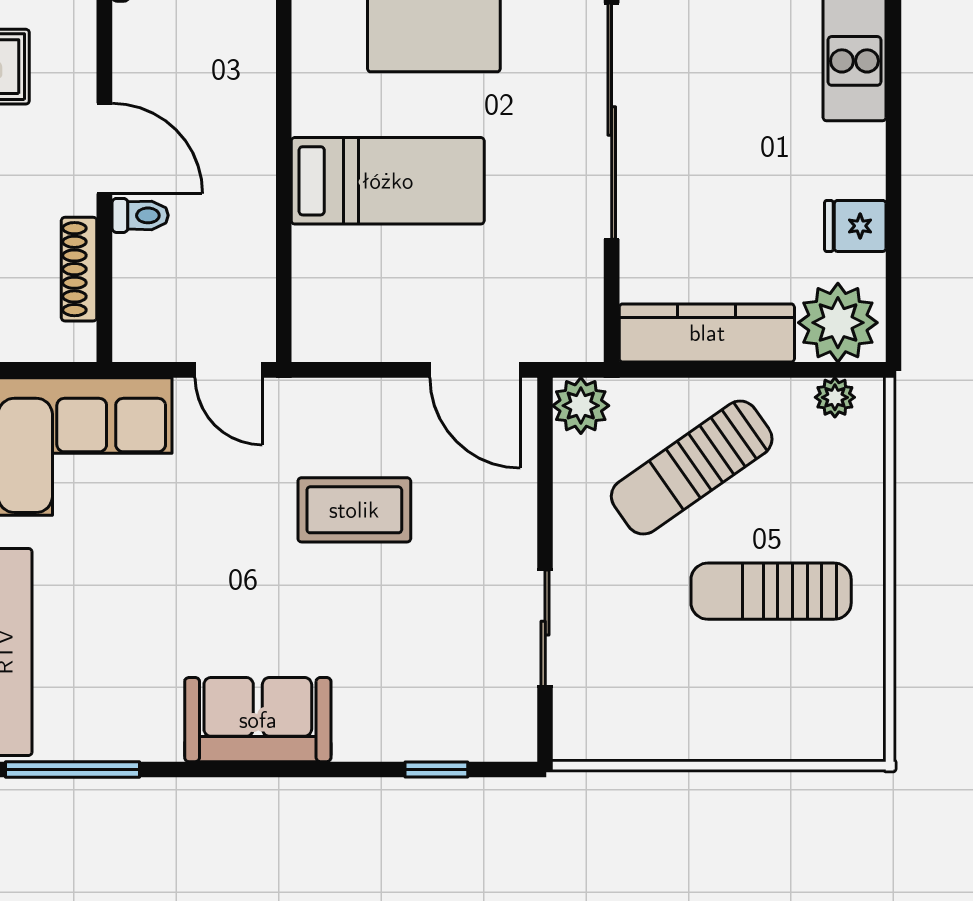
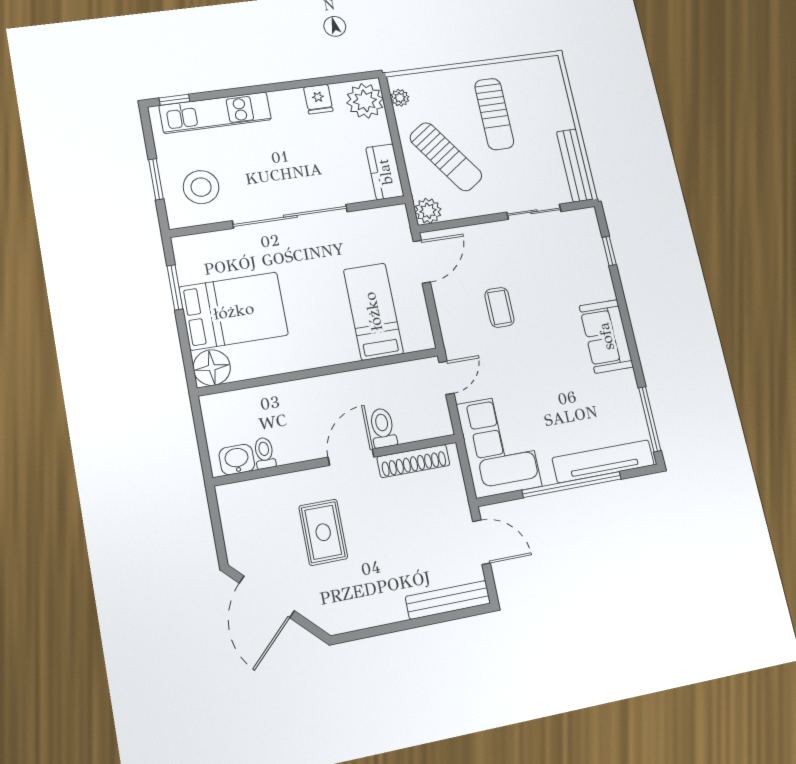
bed: (388, 181) -> (373, 311), moved
toilet: (140, 215) -> (383, 428), width x1.37, depth x1.39
shoe rack: (79, 269) -> (413, 461), width x1.36, depth x1.24
kitchen counter: (707, 333) -> (385, 172), width x0.67
coffee table: (354, 510) -> (499, 307), width x0.73, depth x0.77
bench: (633, 739) -> (575, 165), added

